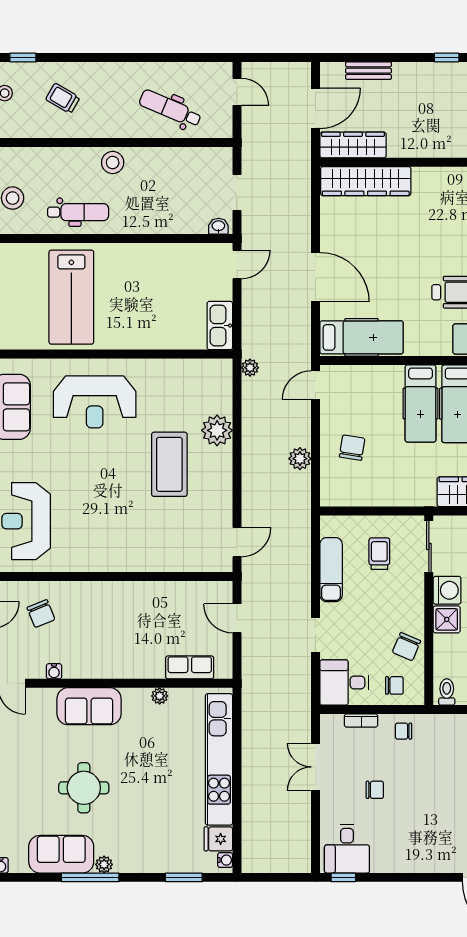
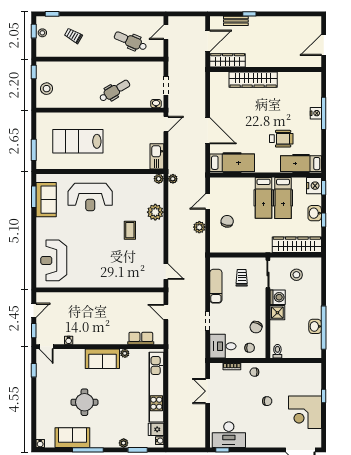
window: (447, 57) -> (249, 14), moved
door: (237, 92) -> (166, 32), swing flipped
stool: (113, 163) -> (100, 70), removed
wardrobe: (366, 181) -> (253, 80), moved
dental chair: (78, 212) -> (115, 91), moved, turned -31
lab bench: (71, 297) -> (78, 141), turned 90
plant: (223, 368) -> (159, 179), added
door: (315, 385) -> (208, 202), moved
coffee table: (169, 464) -> (130, 230), width x0.54, depth x0.58
door: (237, 542) -> (166, 272), hinge flipped
chair: (41, 614) -> (62, 310), removed
sofa: (89, 706) -> (102, 359), moved
chair: (375, 790) -> (267, 401), moved
desk: (347, 849) -> (229, 435), width x1.37
plant: (104, 864) -> (124, 443), moved

